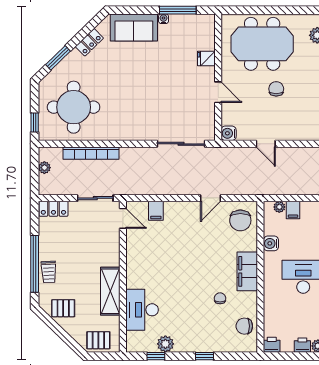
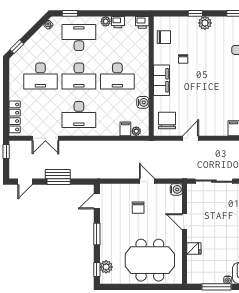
chair: (276, 89) -> (138, 208), moved
plant: (165, 344) -> (205, 23), moved

